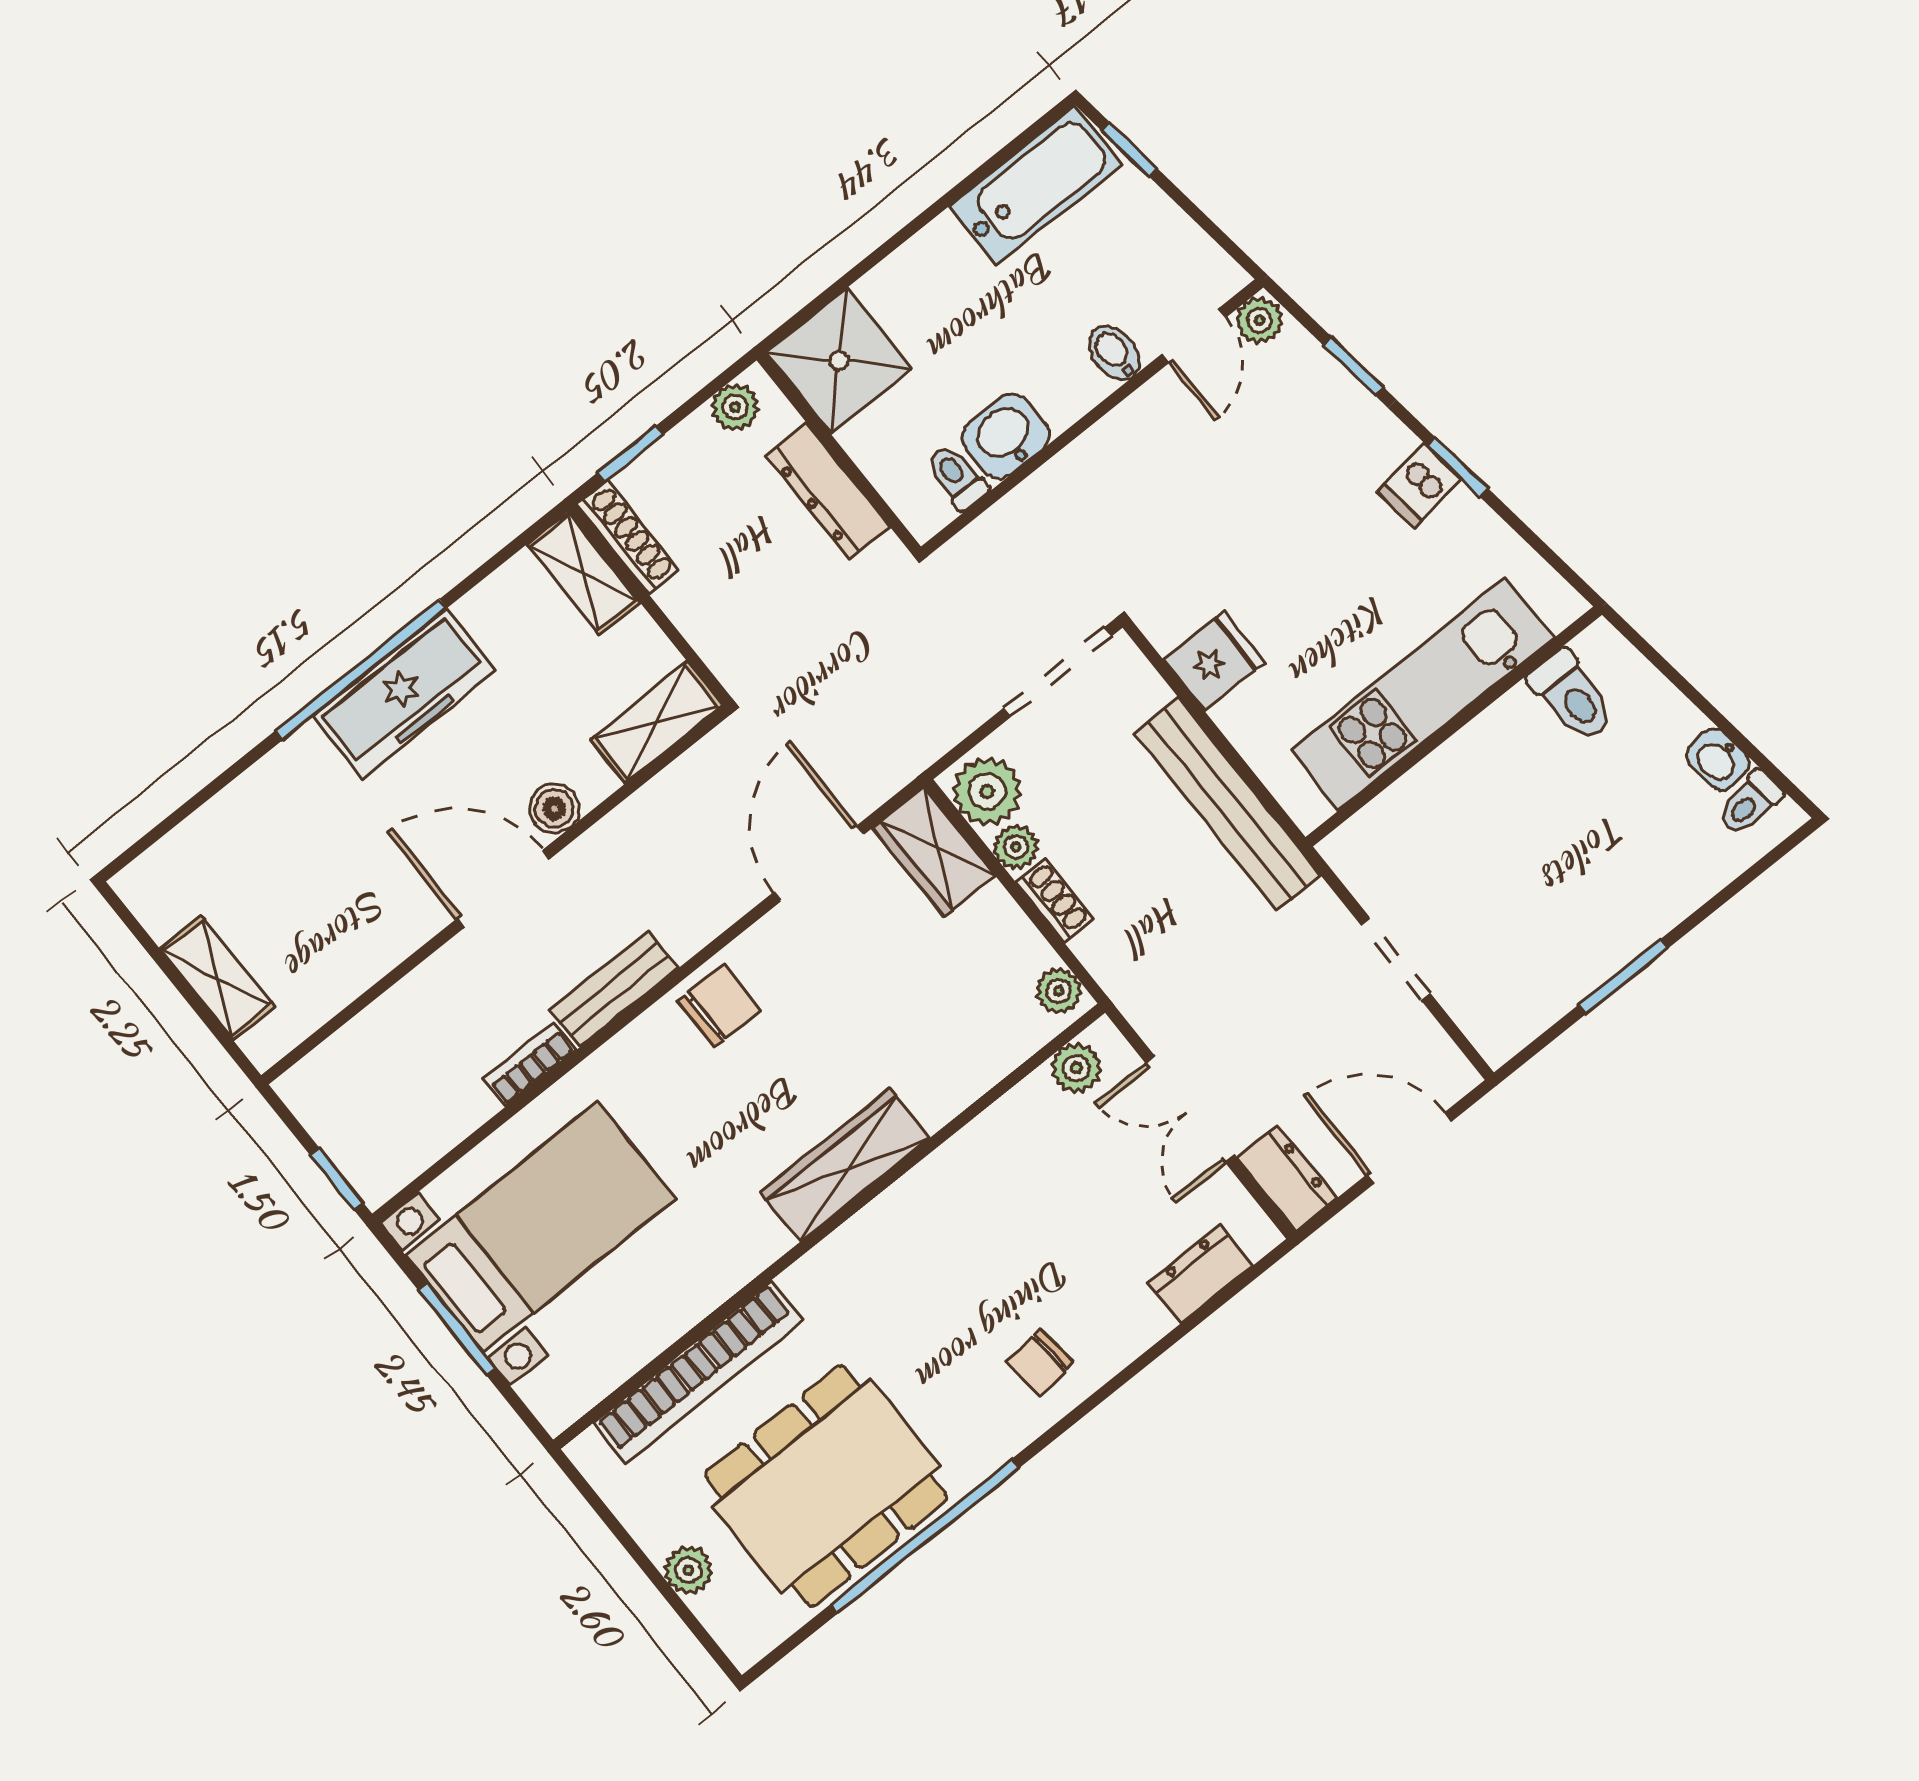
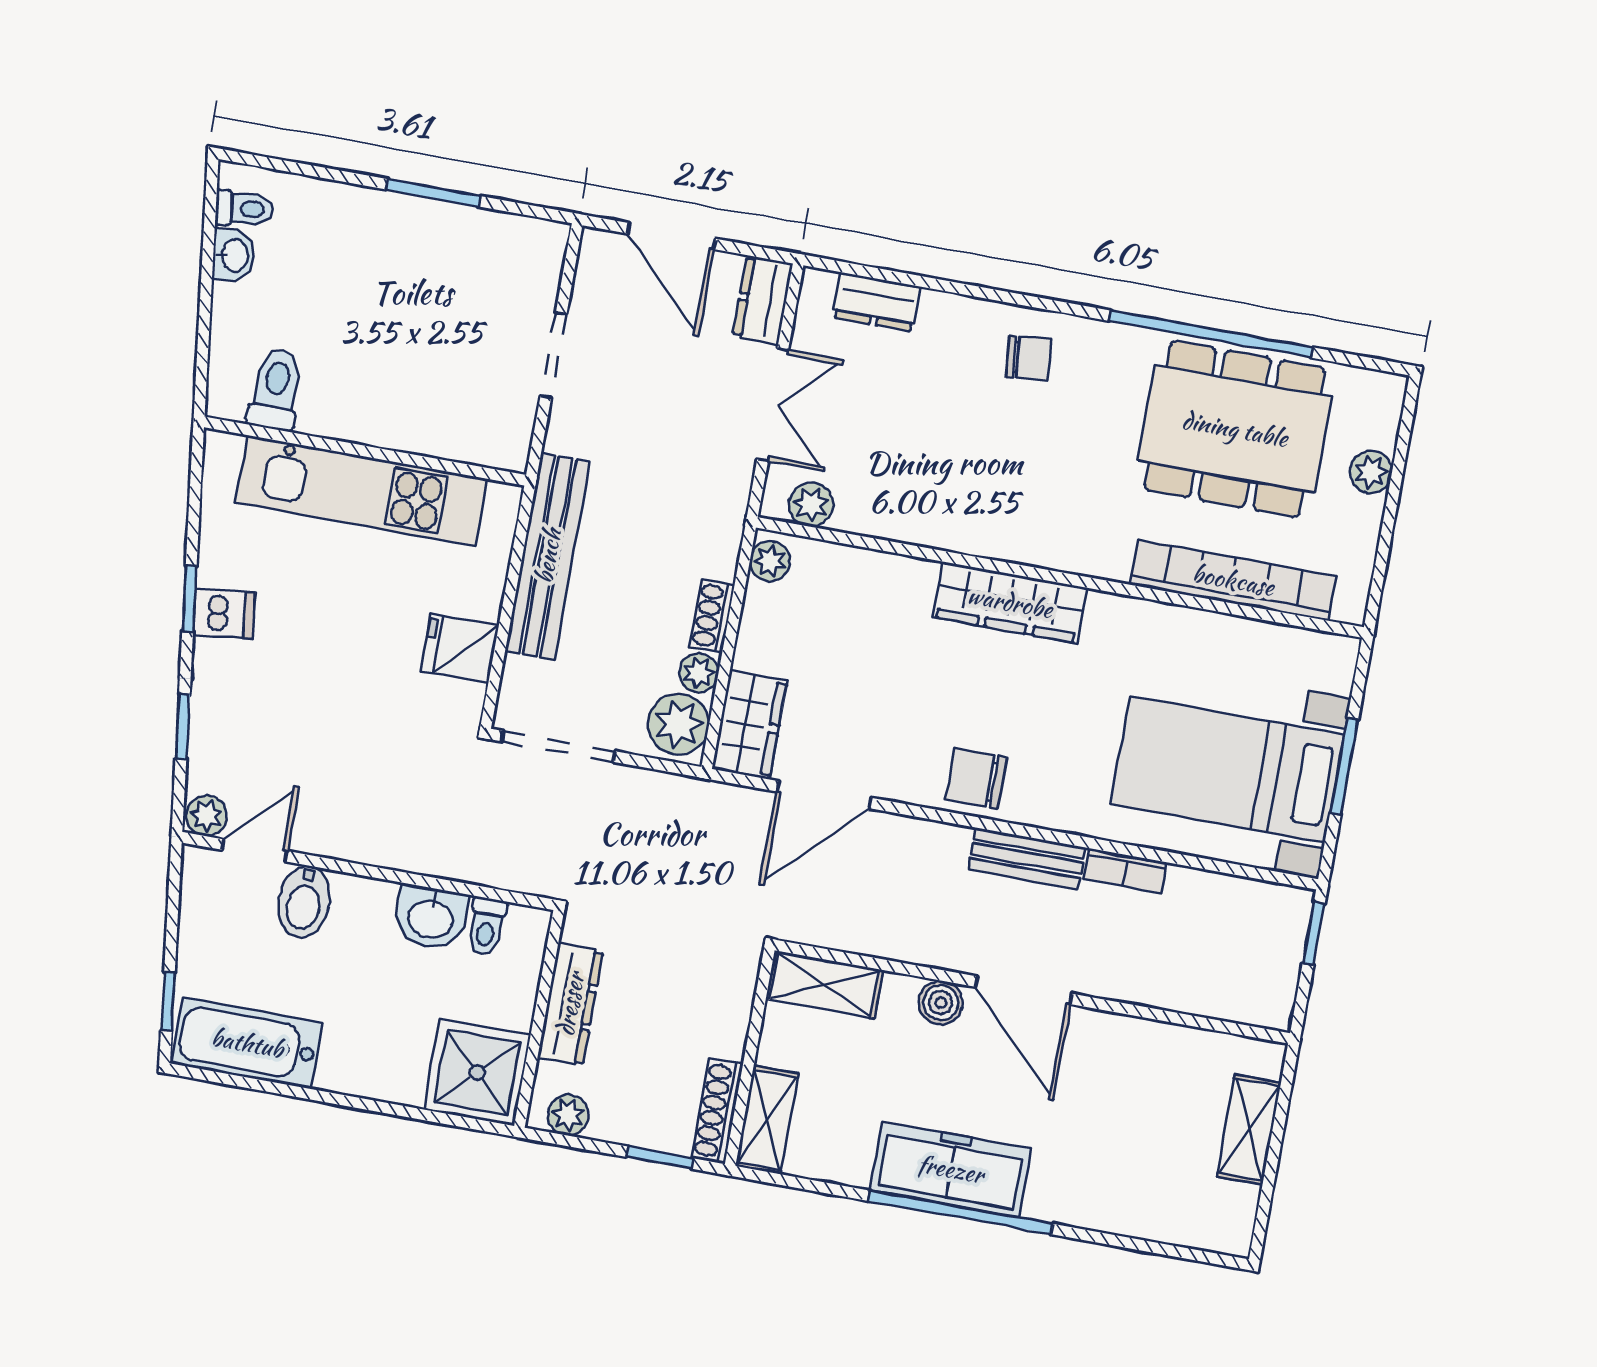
bidet: (1114, 353) -> (304, 902), width x1.38, depth x1.36

